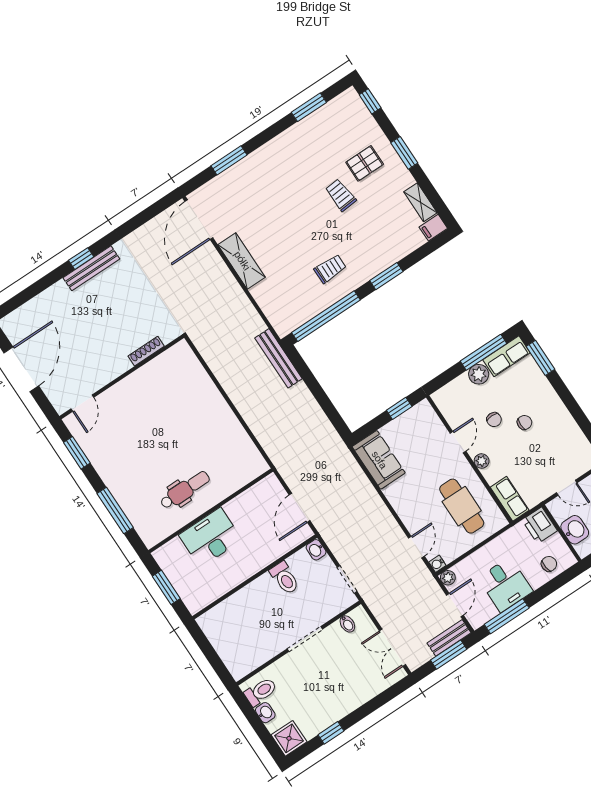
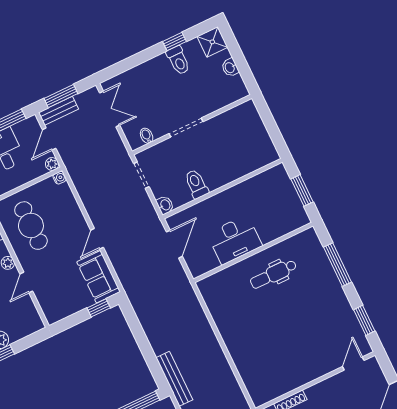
window: (399, 408) -> (99, 308), moved
desk: (210, 537) -> (235, 240), moved
door: (416, 547) -> (97, 239), moved
toilet: (261, 692) -> (178, 60), moved, turned -90

